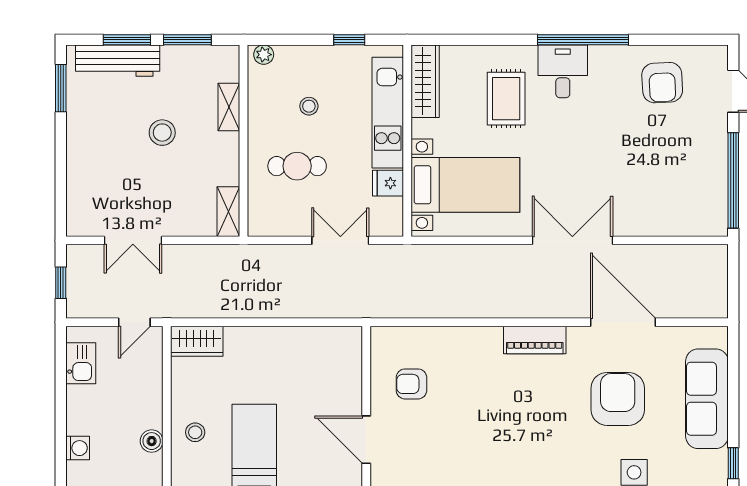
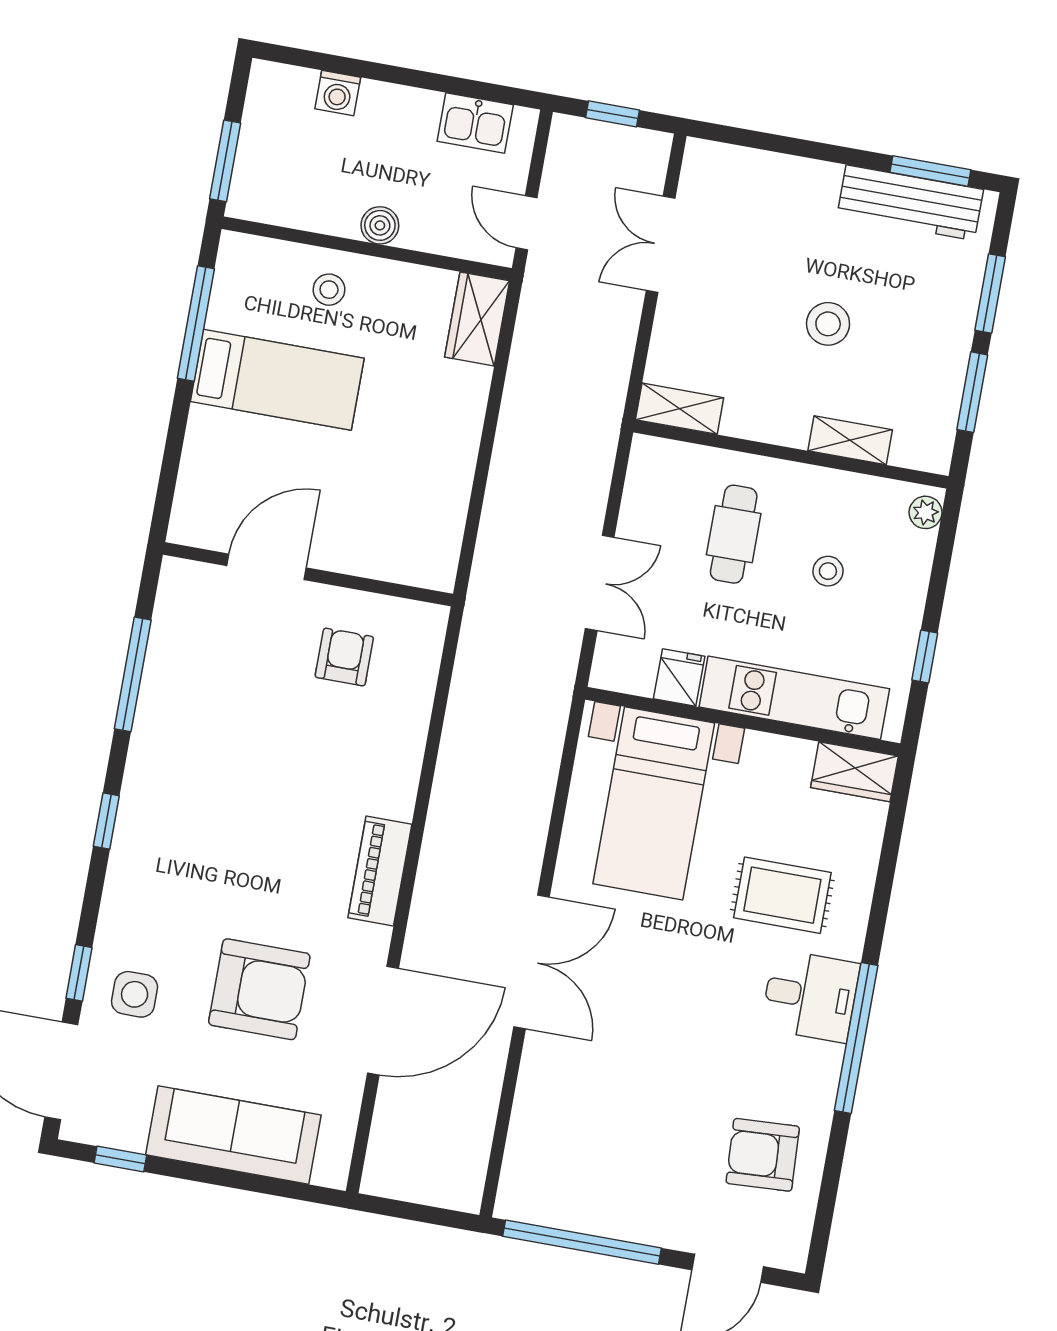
workbench: (118, 61) -> (910, 203), moved, turned -90
wardrobe: (425, 81) -> (854, 772), width x0.67
boiler: (152, 441) -> (380, 225), moved

